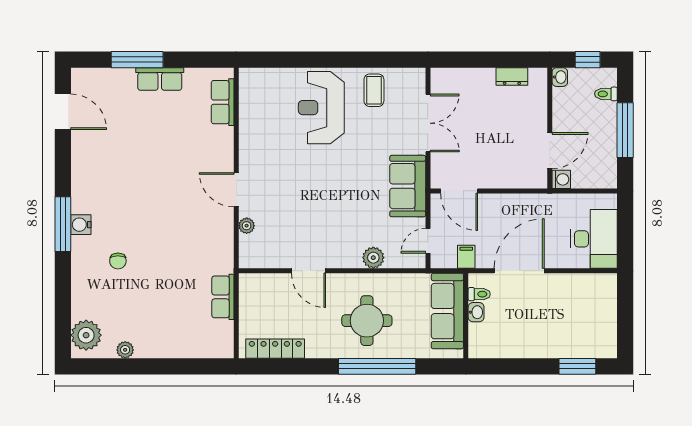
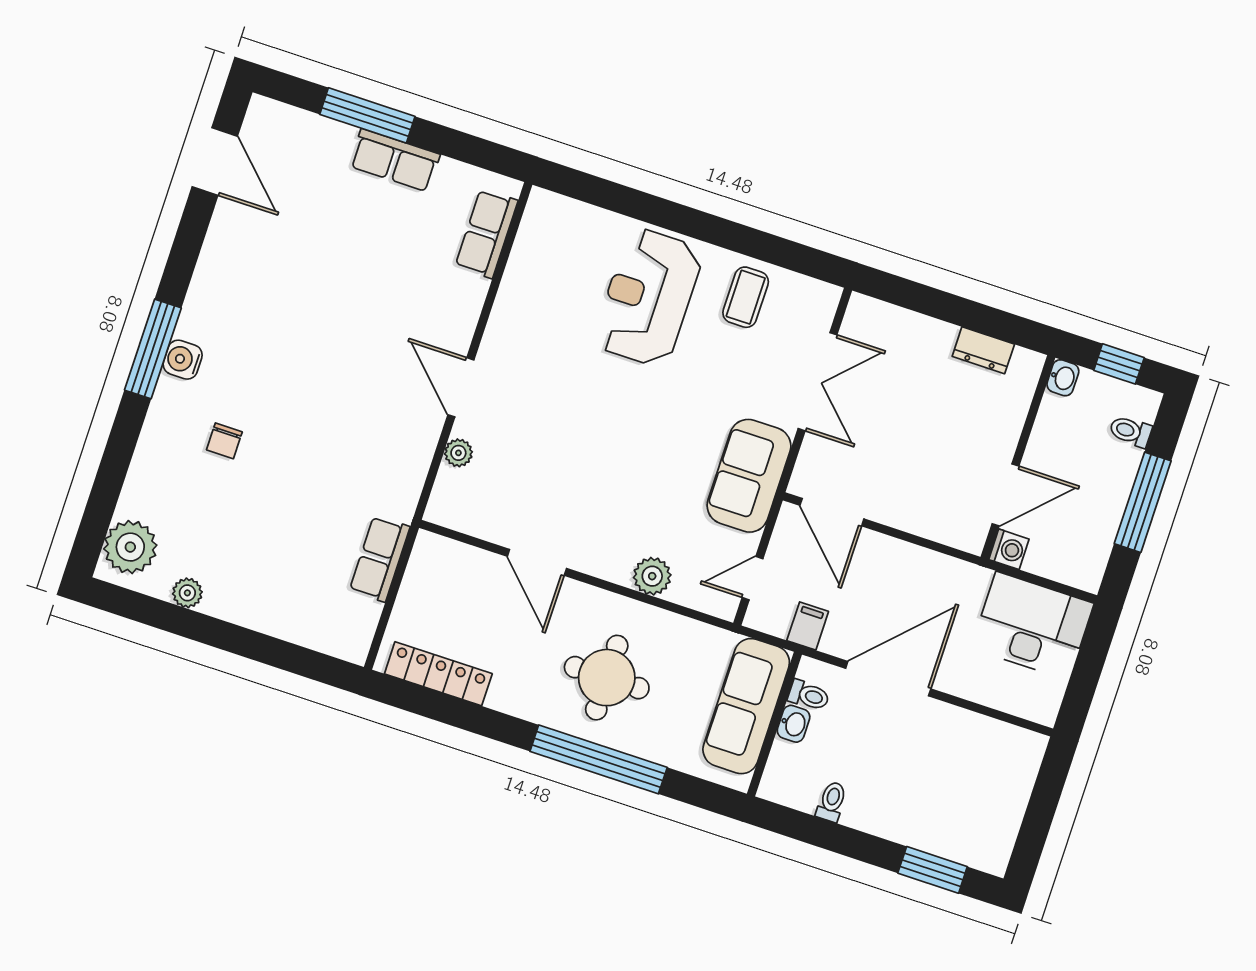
desk: (594, 239) -> (1032, 626), moved, turned -90
toilet: (511, 347) -> (832, 802), added

